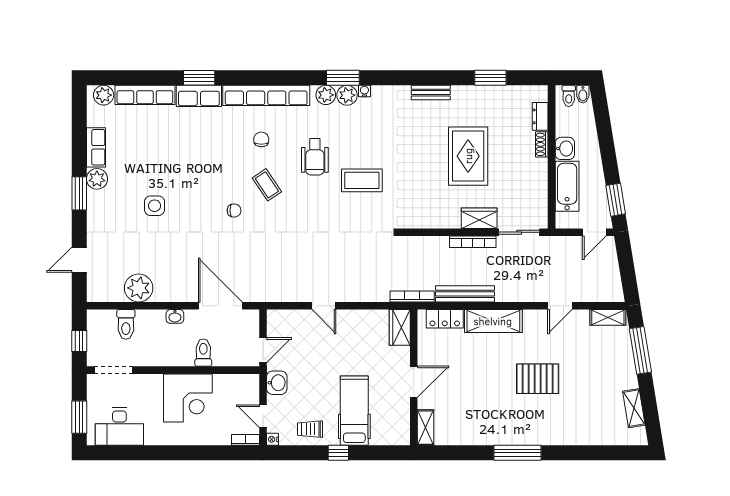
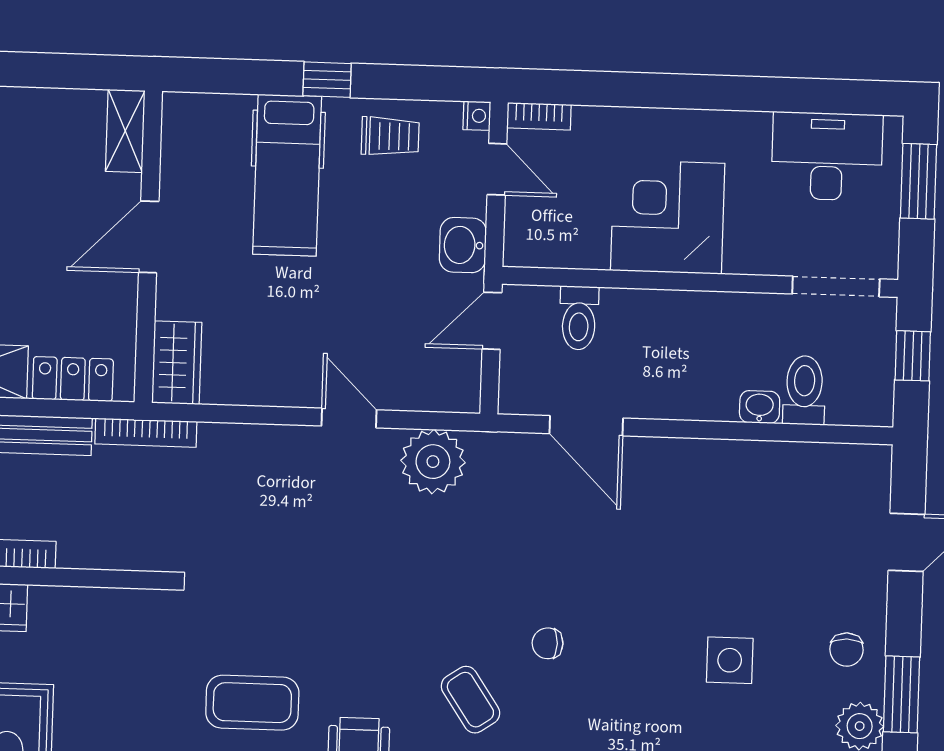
chair: (104, 212) -> (847, 650), added
plant: (139, 288) -> (433, 462), moved
door: (220, 306) -> (586, 426), width x0.73
washbasin: (175, 316) -> (760, 407), moved
toilet: (203, 353) -> (579, 318), moved

